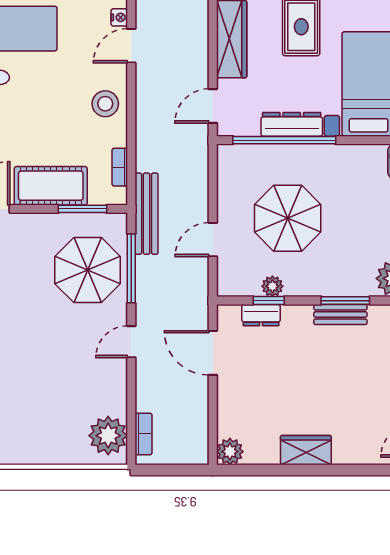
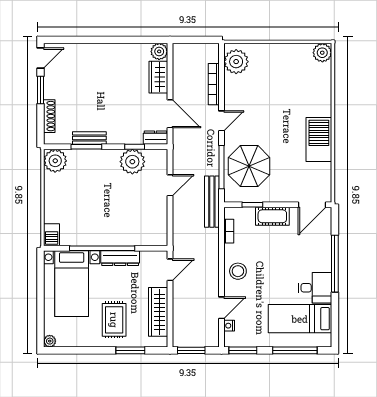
window: (284, 140) -> (102, 248), moved
cot: (51, 186) -> (272, 216), width x0.73, depth x0.75
window: (82, 209) -> (252, 205), width x0.67
parasol: (288, 218) -> (123, 199), removed
plant: (272, 286) -> (132, 162), width x1.88, depth x1.88
dresser: (261, 315) -> (155, 138), moved
bookcase: (144, 434) -> (214, 84), moved, width x1.56
wardrobe: (306, 450) -> (158, 77), moved, turned 90

